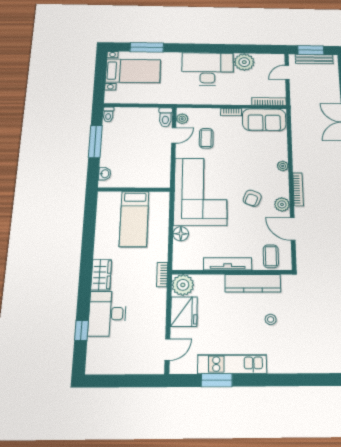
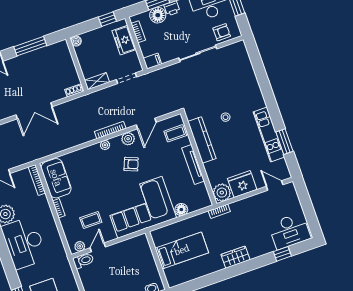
door: (174, 135) -> (98, 247), hinge flipped
plant: (283, 166) -> (105, 145), moved
desk: (107, 314) -> (290, 231), moved

